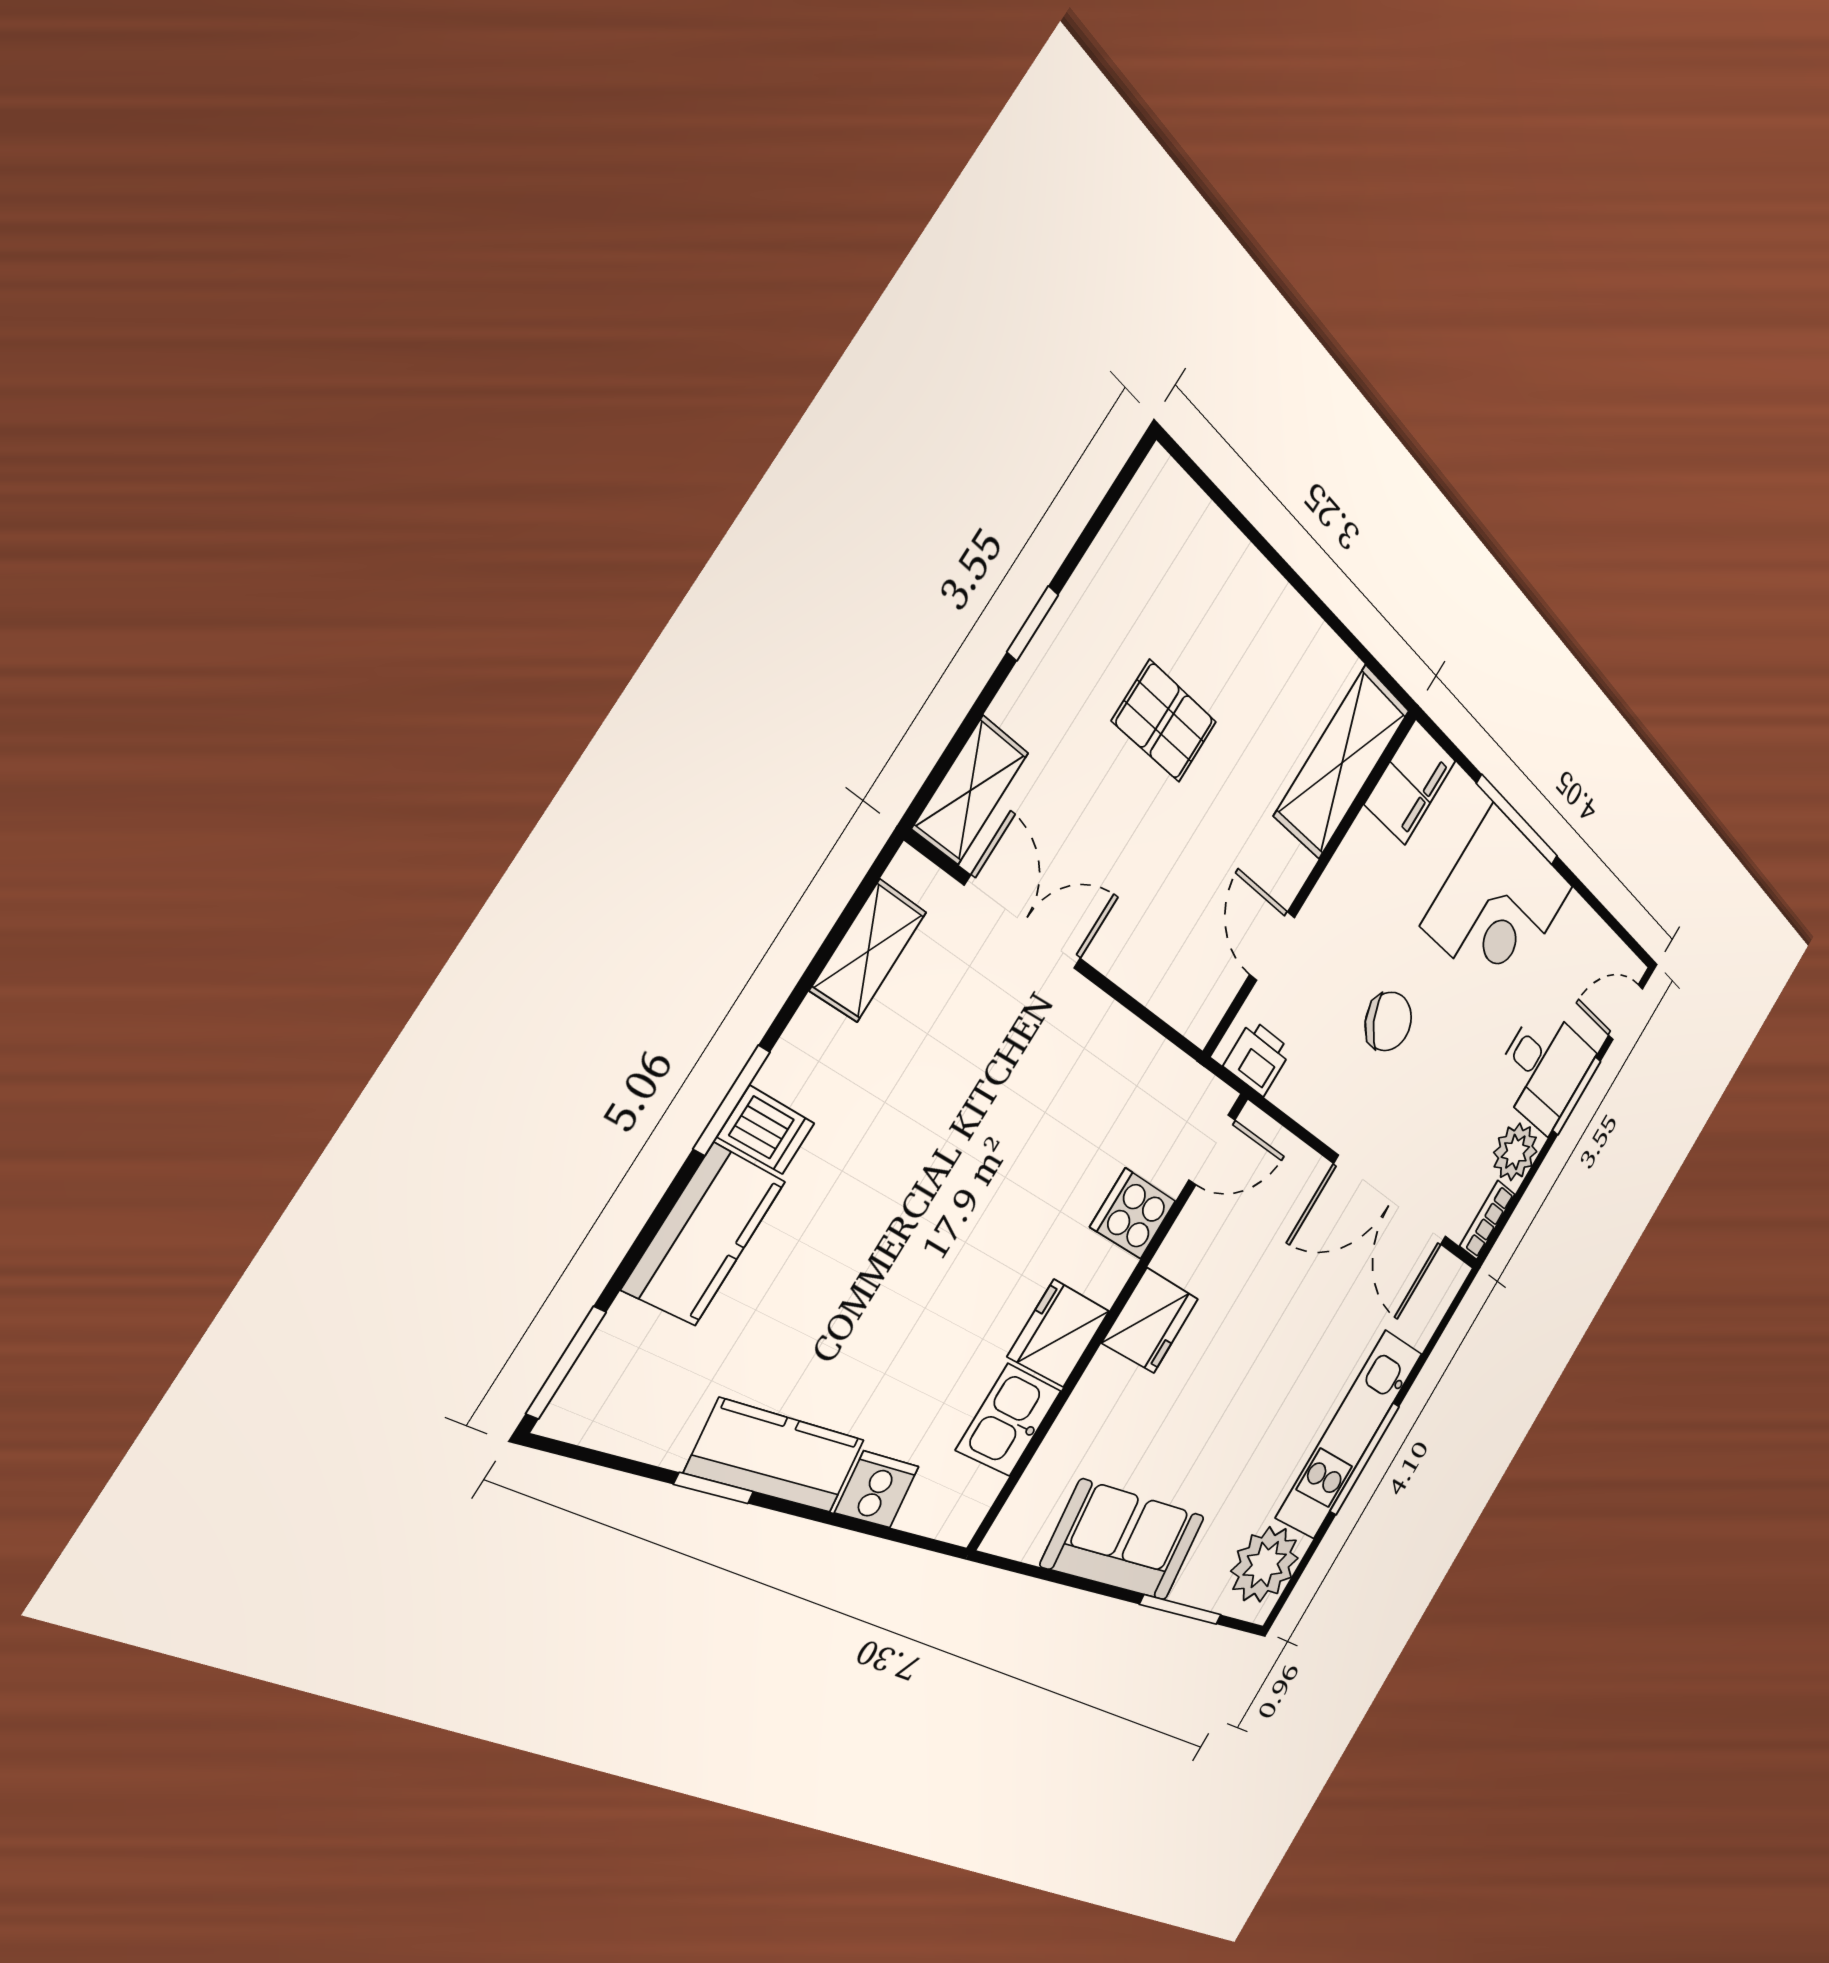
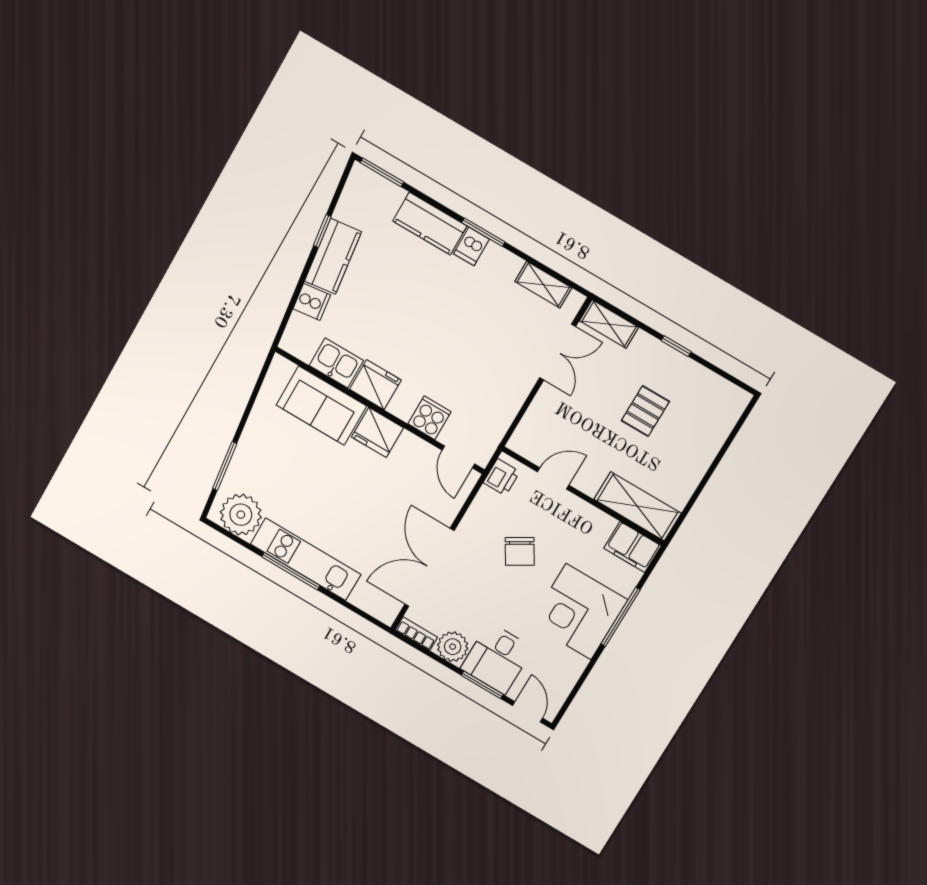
sofa: (1124, 1541) -> (321, 405), moved, turned 97

